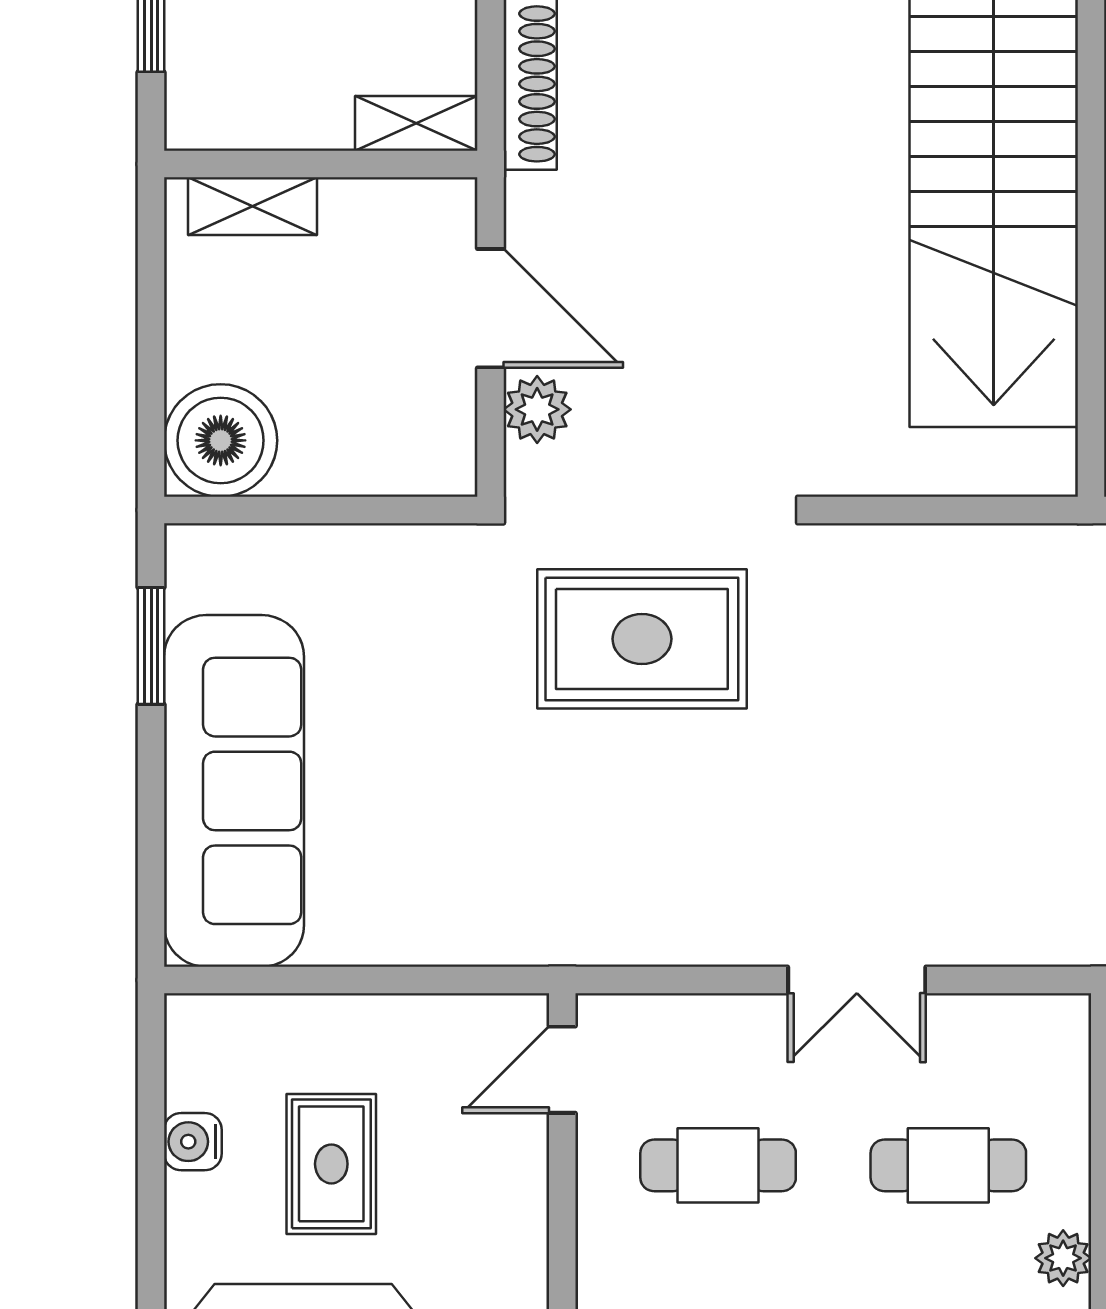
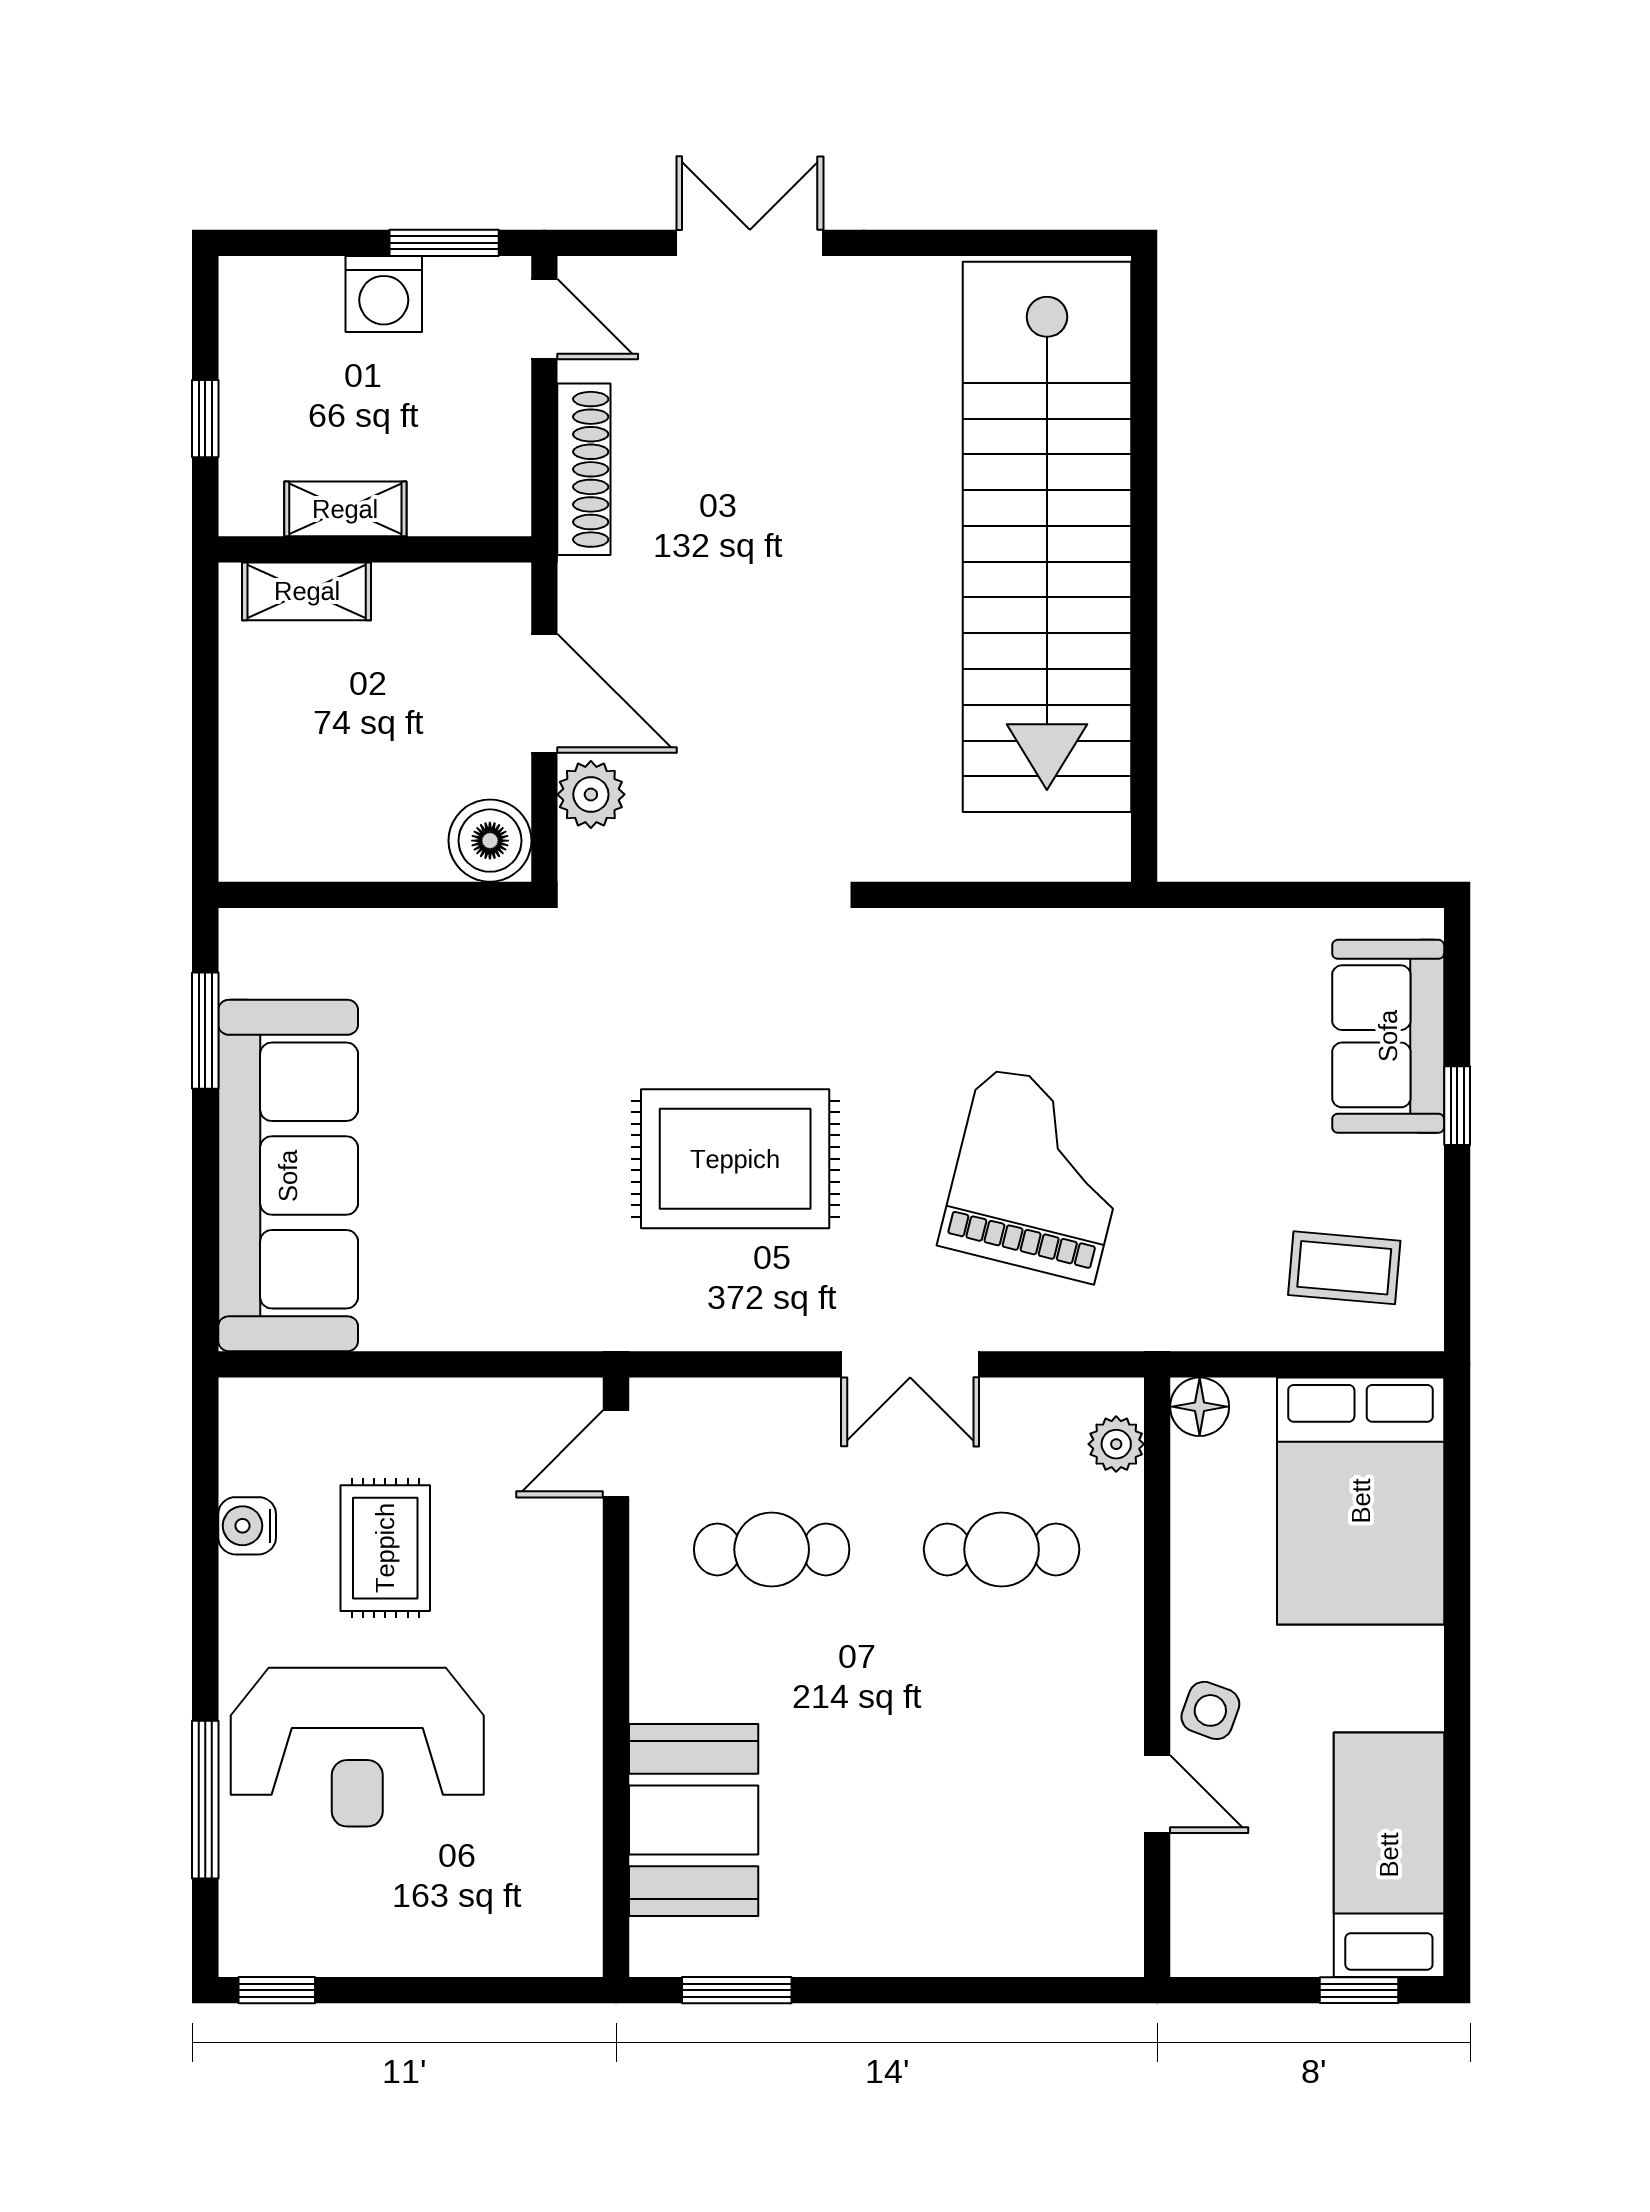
shelving: (416, 123) -> (345, 509), moved
boiler: (221, 440) -> (490, 841), moved, width x0.73, depth x0.73
rug: (642, 639) -> (735, 1159), moved
grand piano: (985, 790) -> (1038, 1174), added
plant: (1063, 1258) -> (1116, 1444), moved

